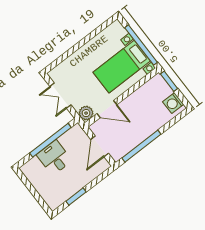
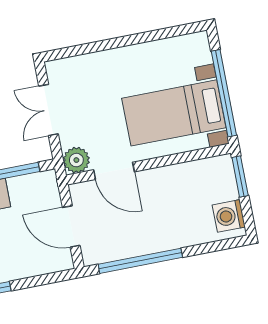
door: (100, 146) -> (71, 226), hinge flipped

